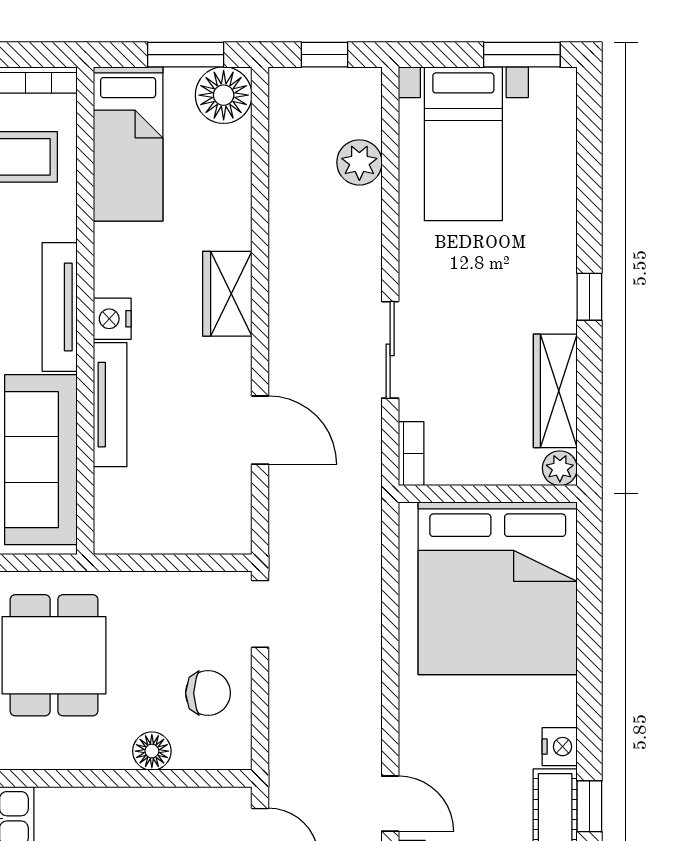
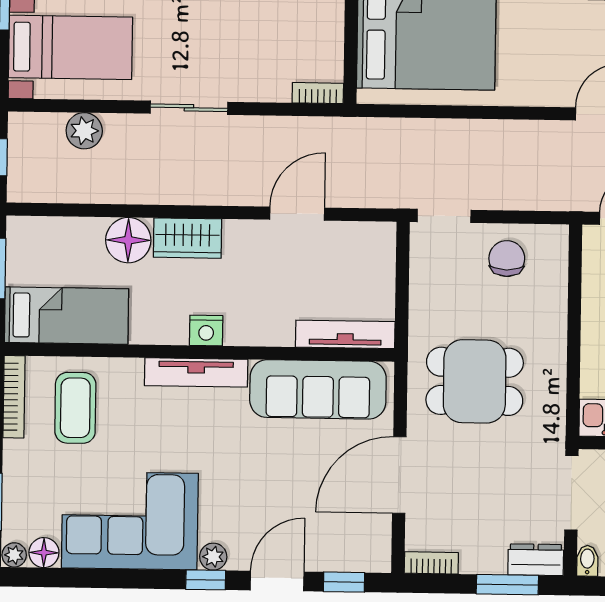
floor lamp: (224, 95) -> (128, 240), moved
sliding door: (390, 350) -> (189, 108), moved
tv unit: (110, 405) -> (345, 334), moved
floor lamp: (152, 751) -> (553, 304), removed

